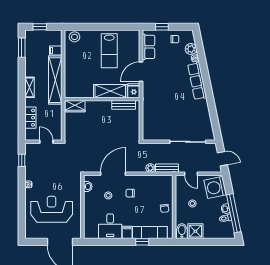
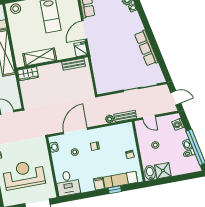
row of seats: (197, 81) -> (146, 48), moved
shelving: (110, 91) -> (40, 57), moved
washing machine: (215, 187) -> (178, 124), width x0.53, depth x0.53
desk: (110, 226) -> (68, 183), moved

